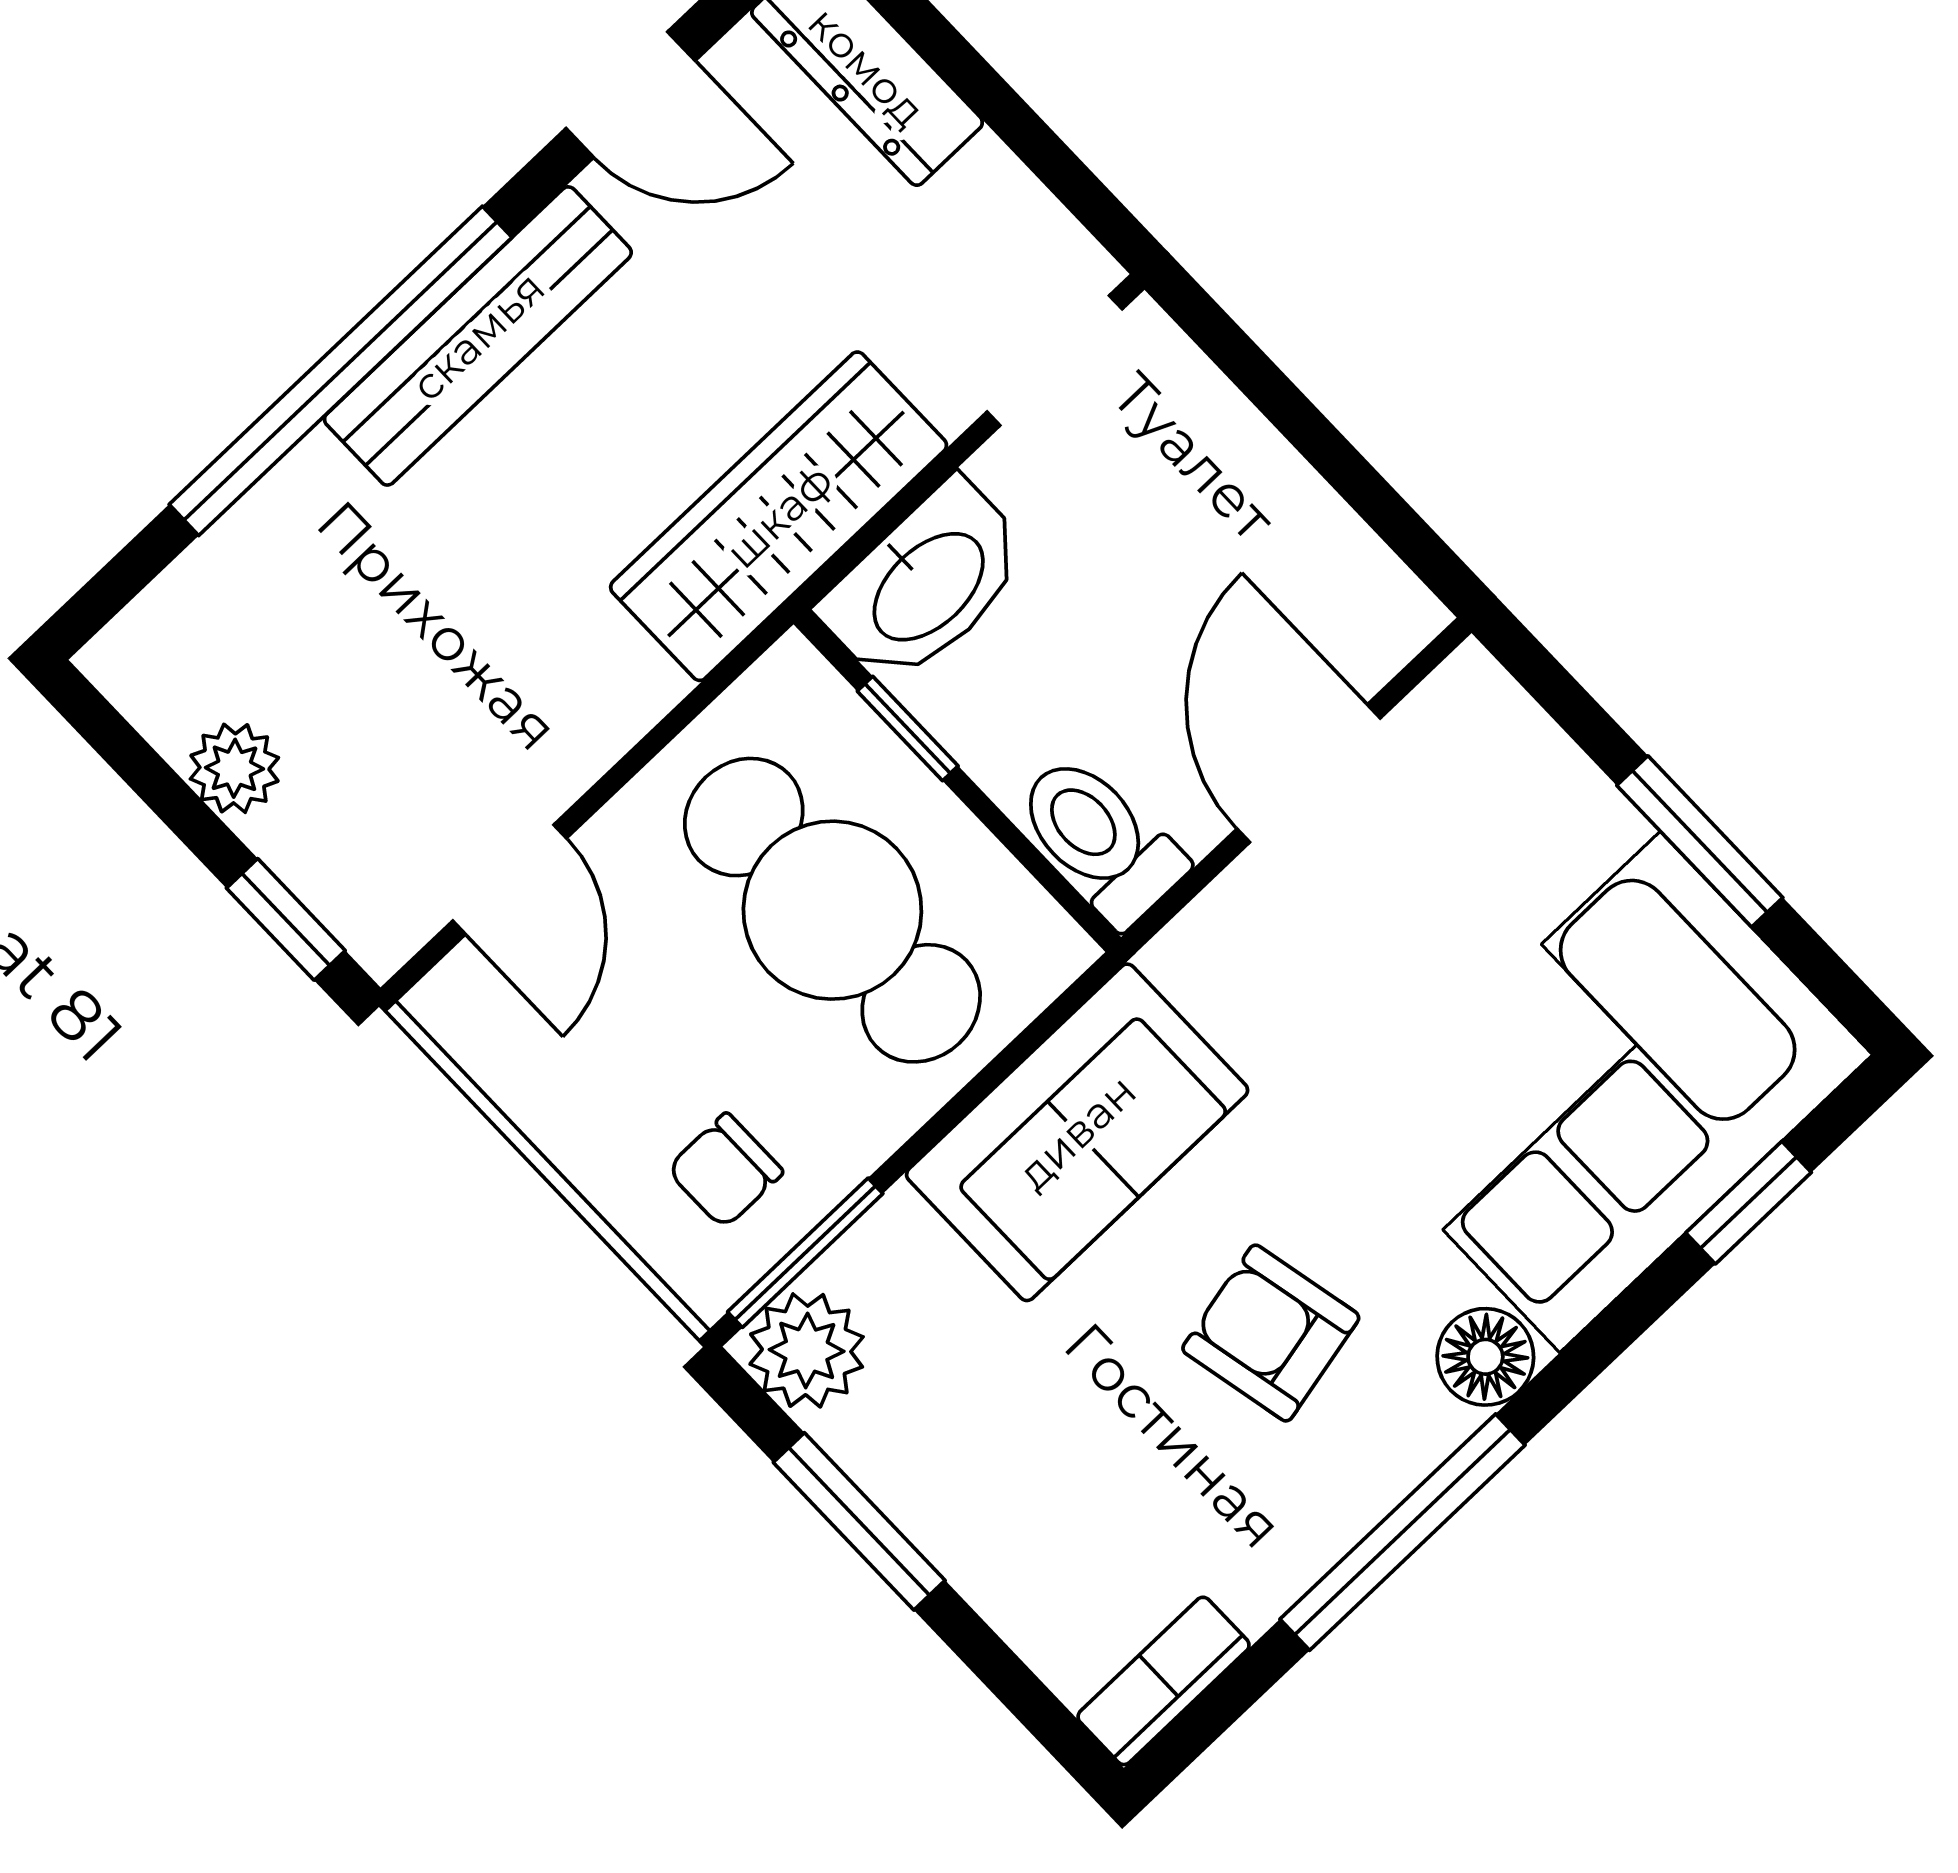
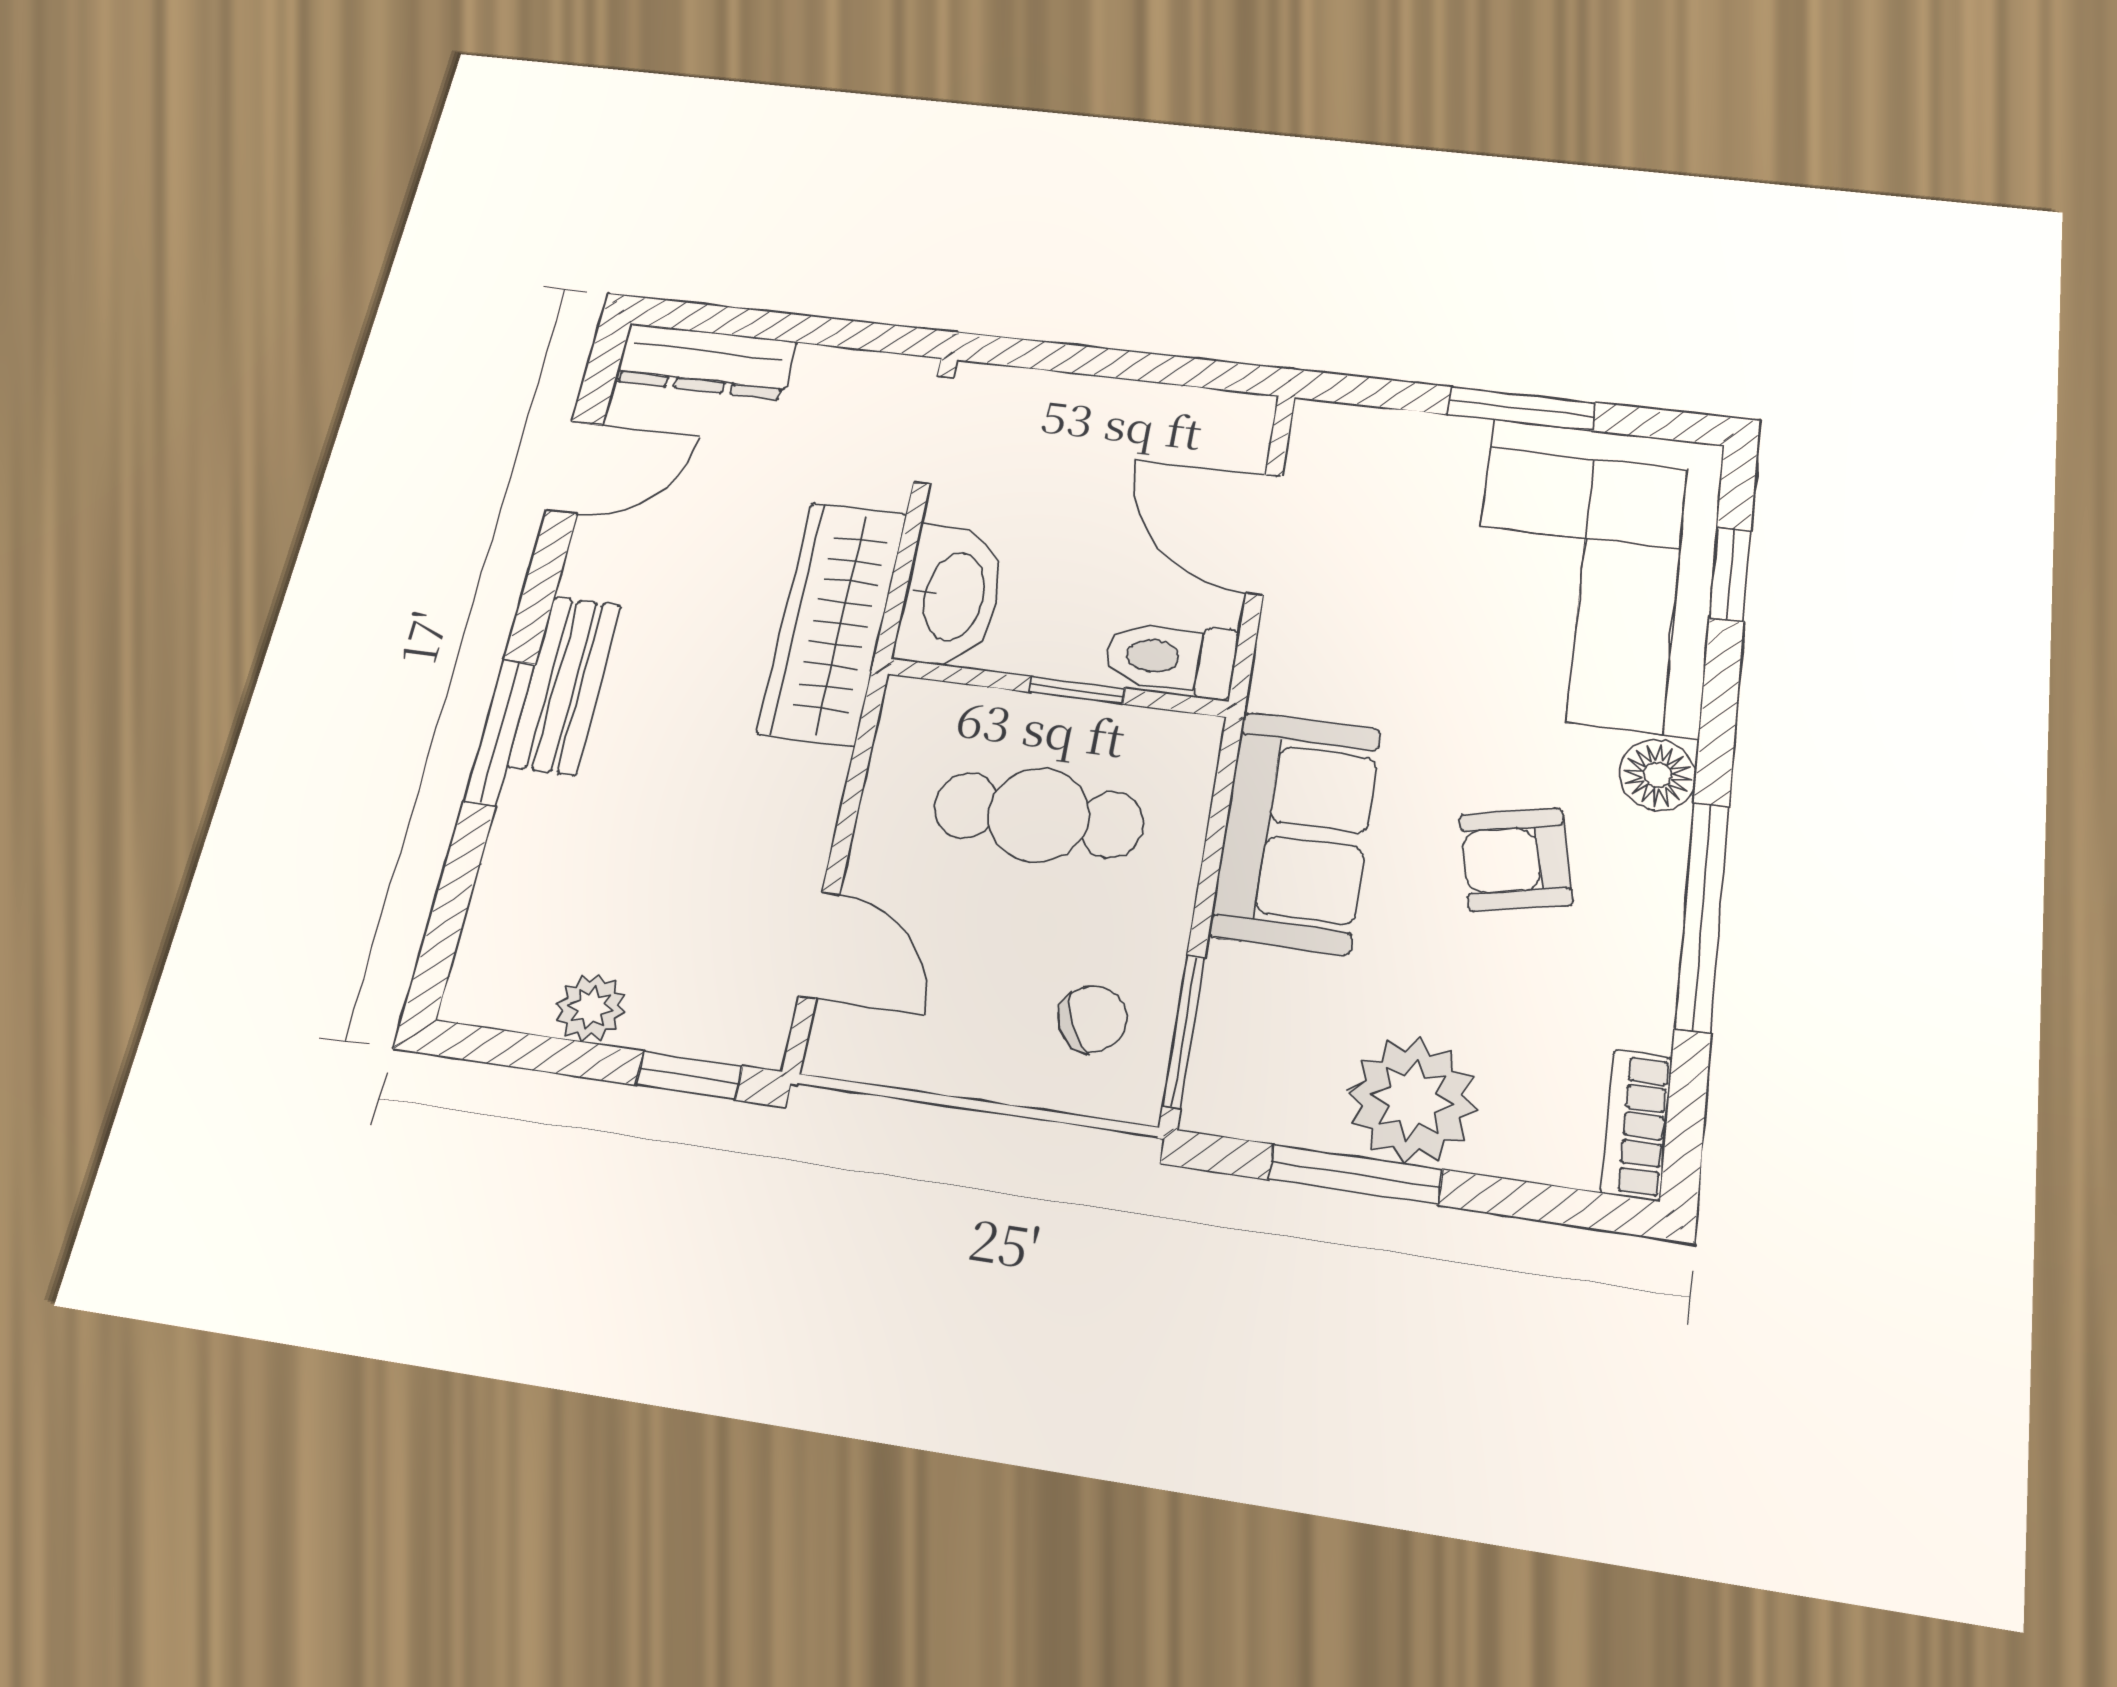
bench: (478, 336) -> (565, 685), width x0.73
window: (341, 371) -> (500, 732), width x0.47
window: (908, 729) -> (1077, 690), moved
cafe table: (832, 910) -> (1039, 815), width x0.73, depth x0.74
chair: (725, 1171) -> (1092, 1019), turned -115
plant: (807, 1350) -> (1412, 1100), moved, width x1.36, depth x1.36

